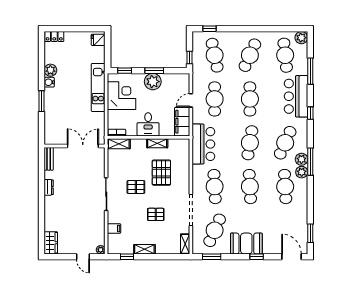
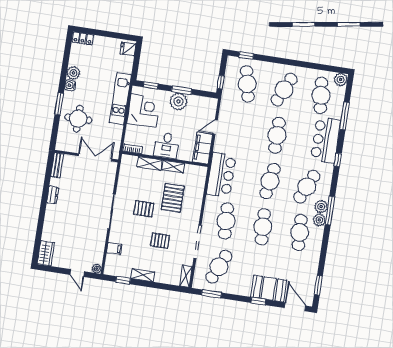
cafe table: (215, 99) -> (240, 130), removed
round table: (62, 112) -> (78, 119), added
shelving: (119, 144) -> (150, 163), moved
booth: (246, 244) -> (269, 289), moved

